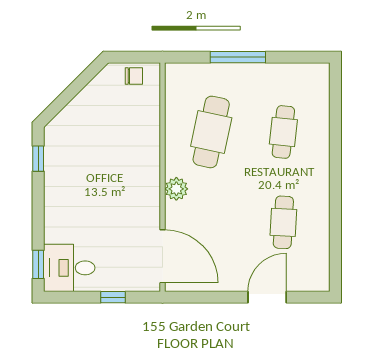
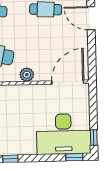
desk: (69, 268) -> (63, 134), width x1.87, depth x1.30
window: (113, 297) -> (94, 138), moved

